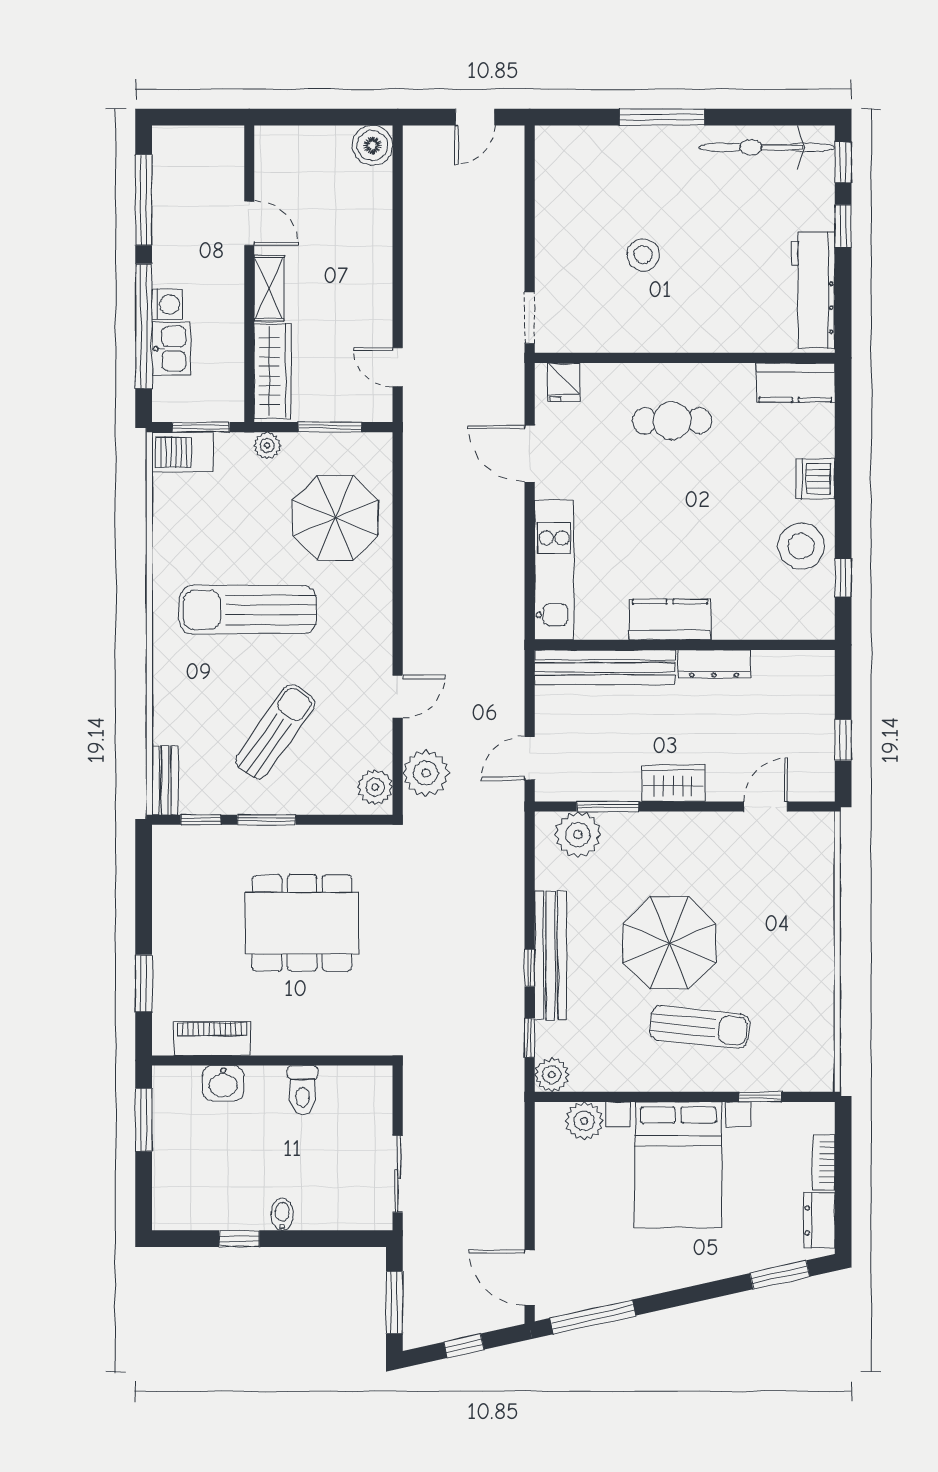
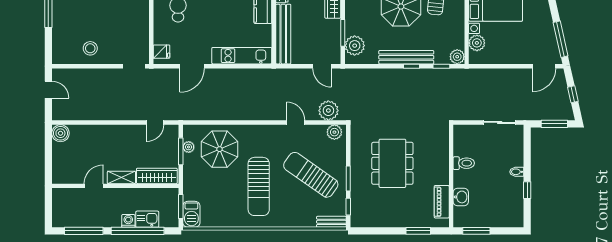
stool: (643, 255) -> (90, 48), moved
plant: (267, 445) -> (189, 147), moved
sun lounger: (275, 732) -> (311, 175), width x1.36, depth x1.34

